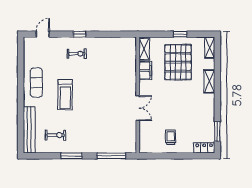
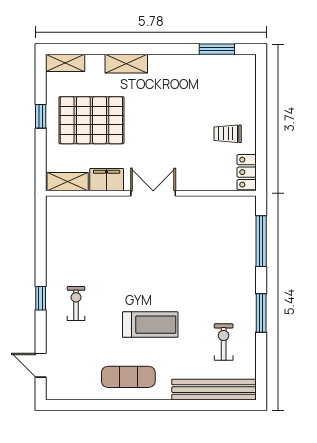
double door: (138, 108) -> (153, 193), moved
locker: (204, 148) -> (247, 172), moved

